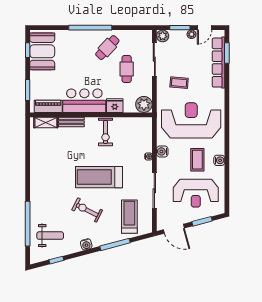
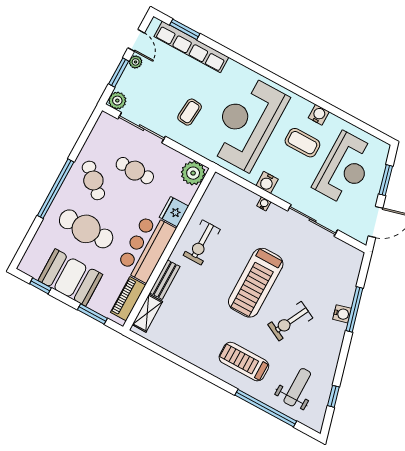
booth: (42, 51) -> (70, 277), moved
cafe table: (76, 59) -> (86, 229), added
exercise bike: (105, 132) -> (202, 242), turned 90
treadmill: (129, 217) -> (244, 362), moved
water cooler: (86, 244) -> (342, 314), moved

